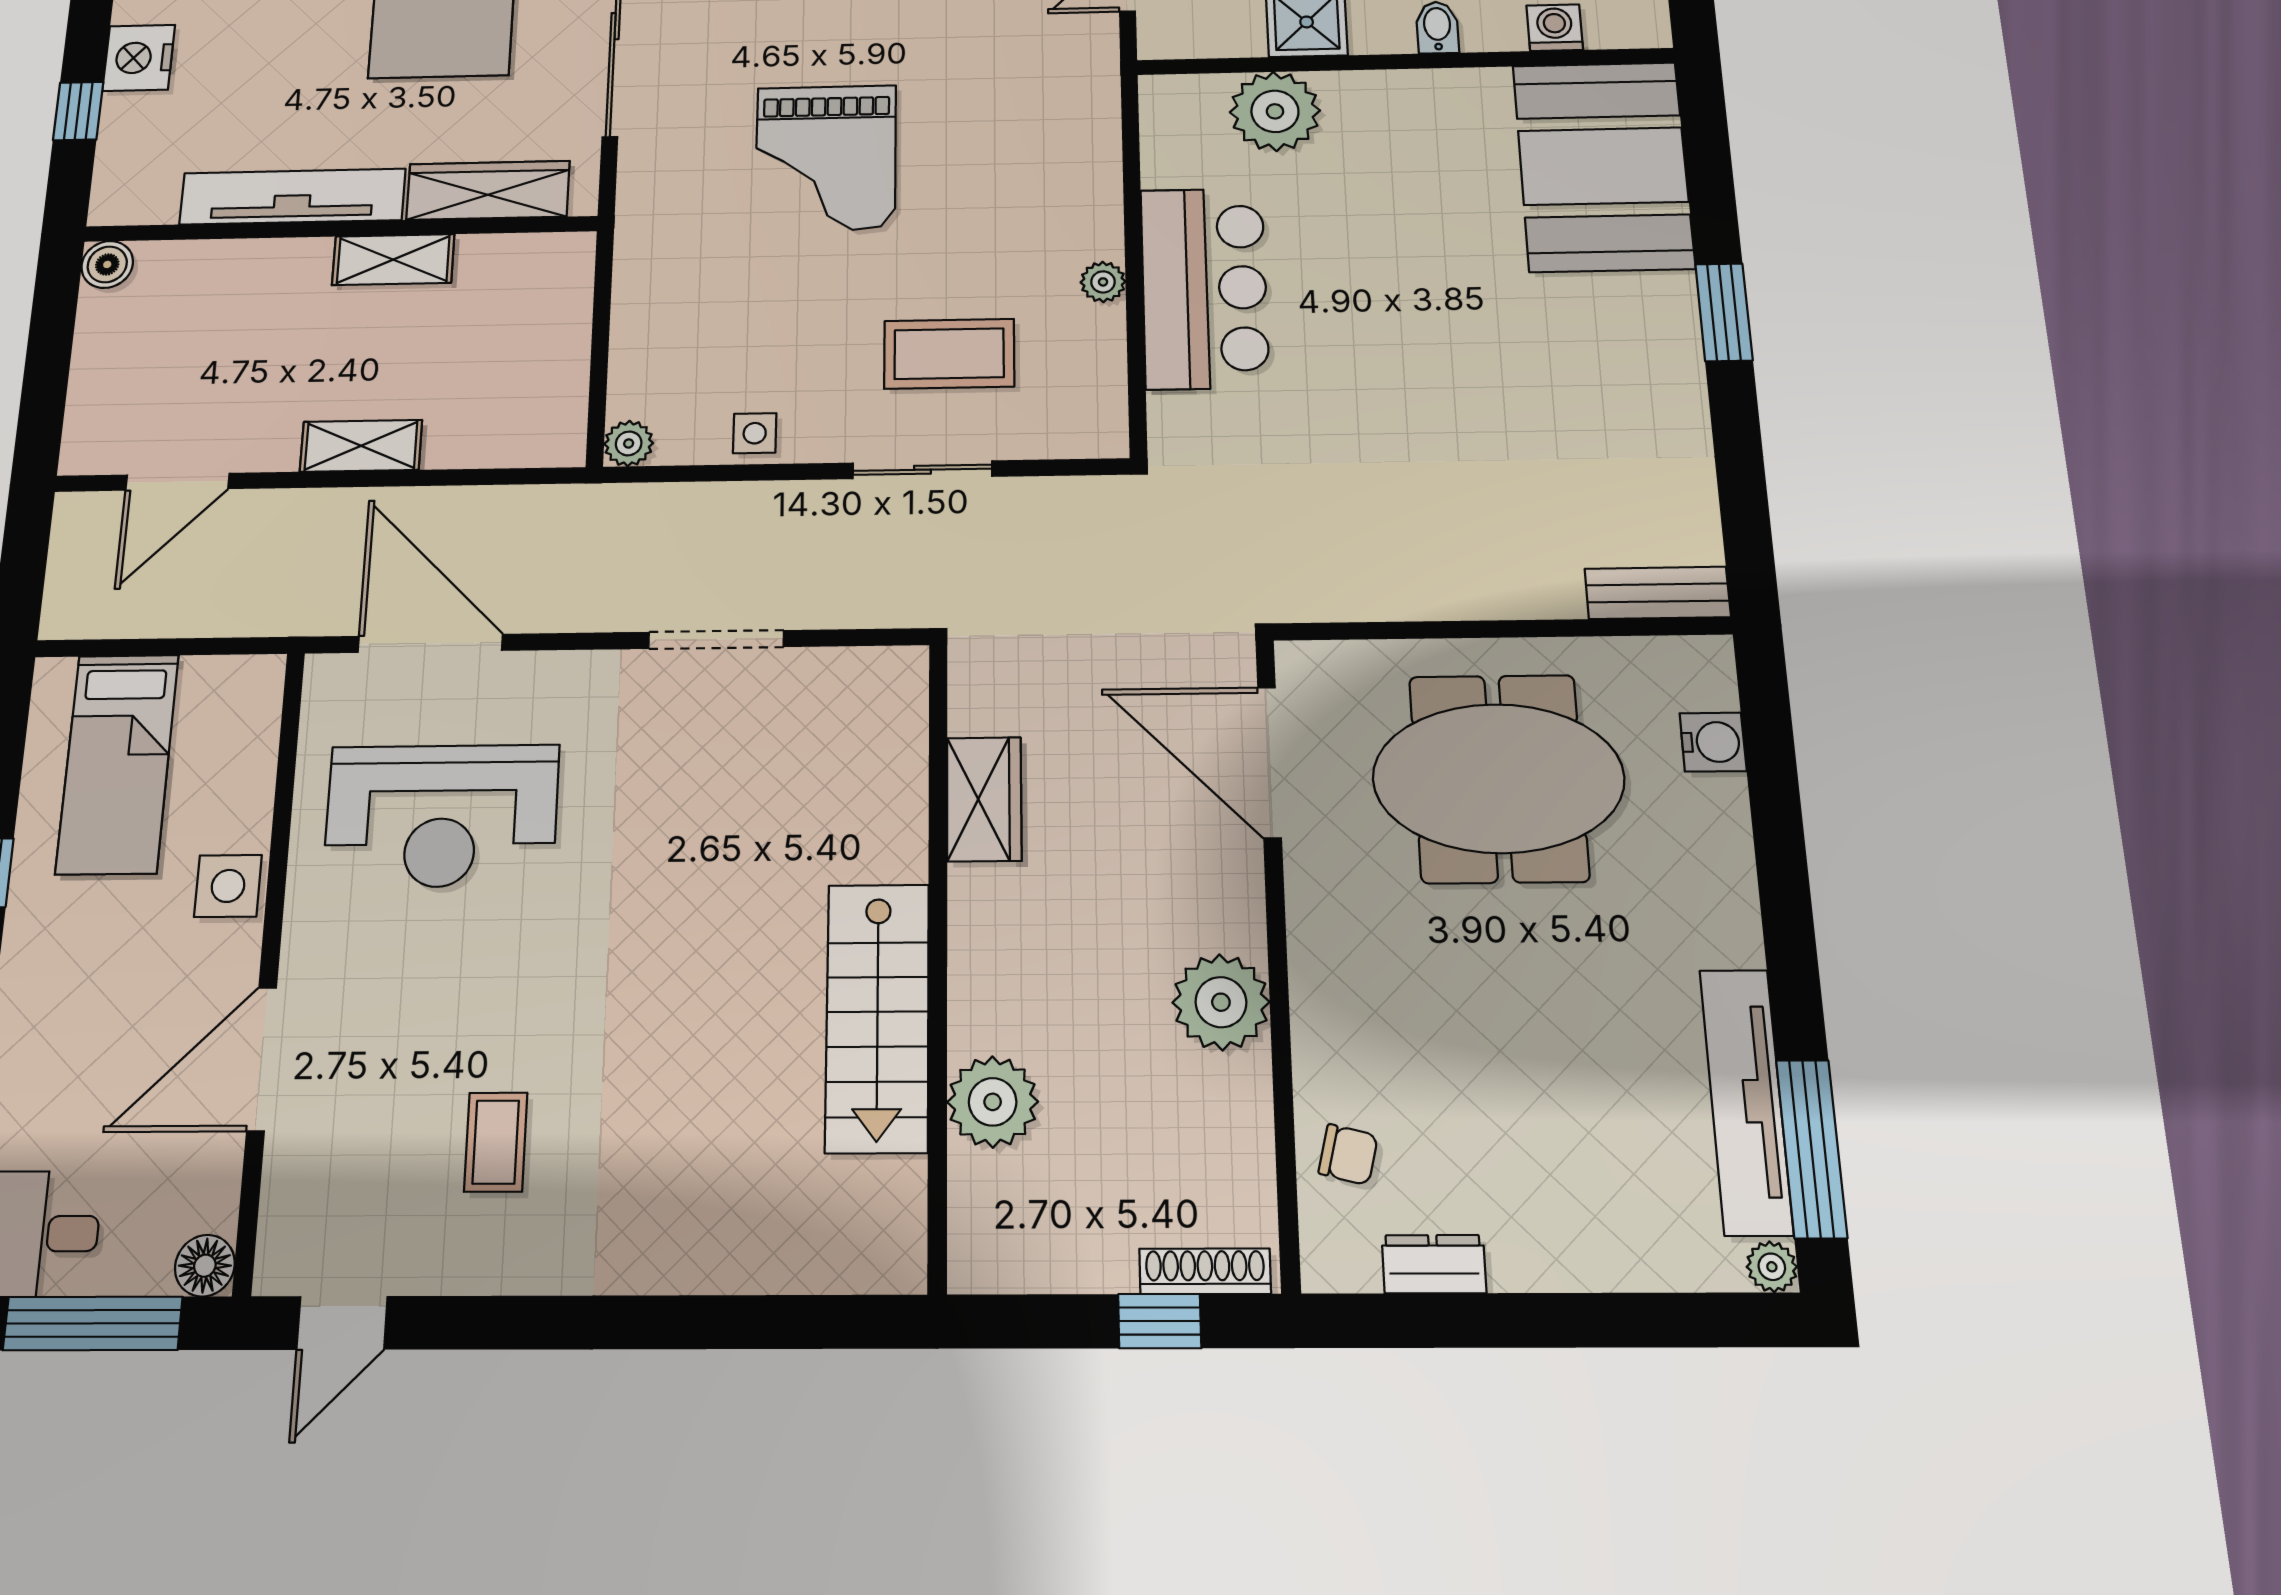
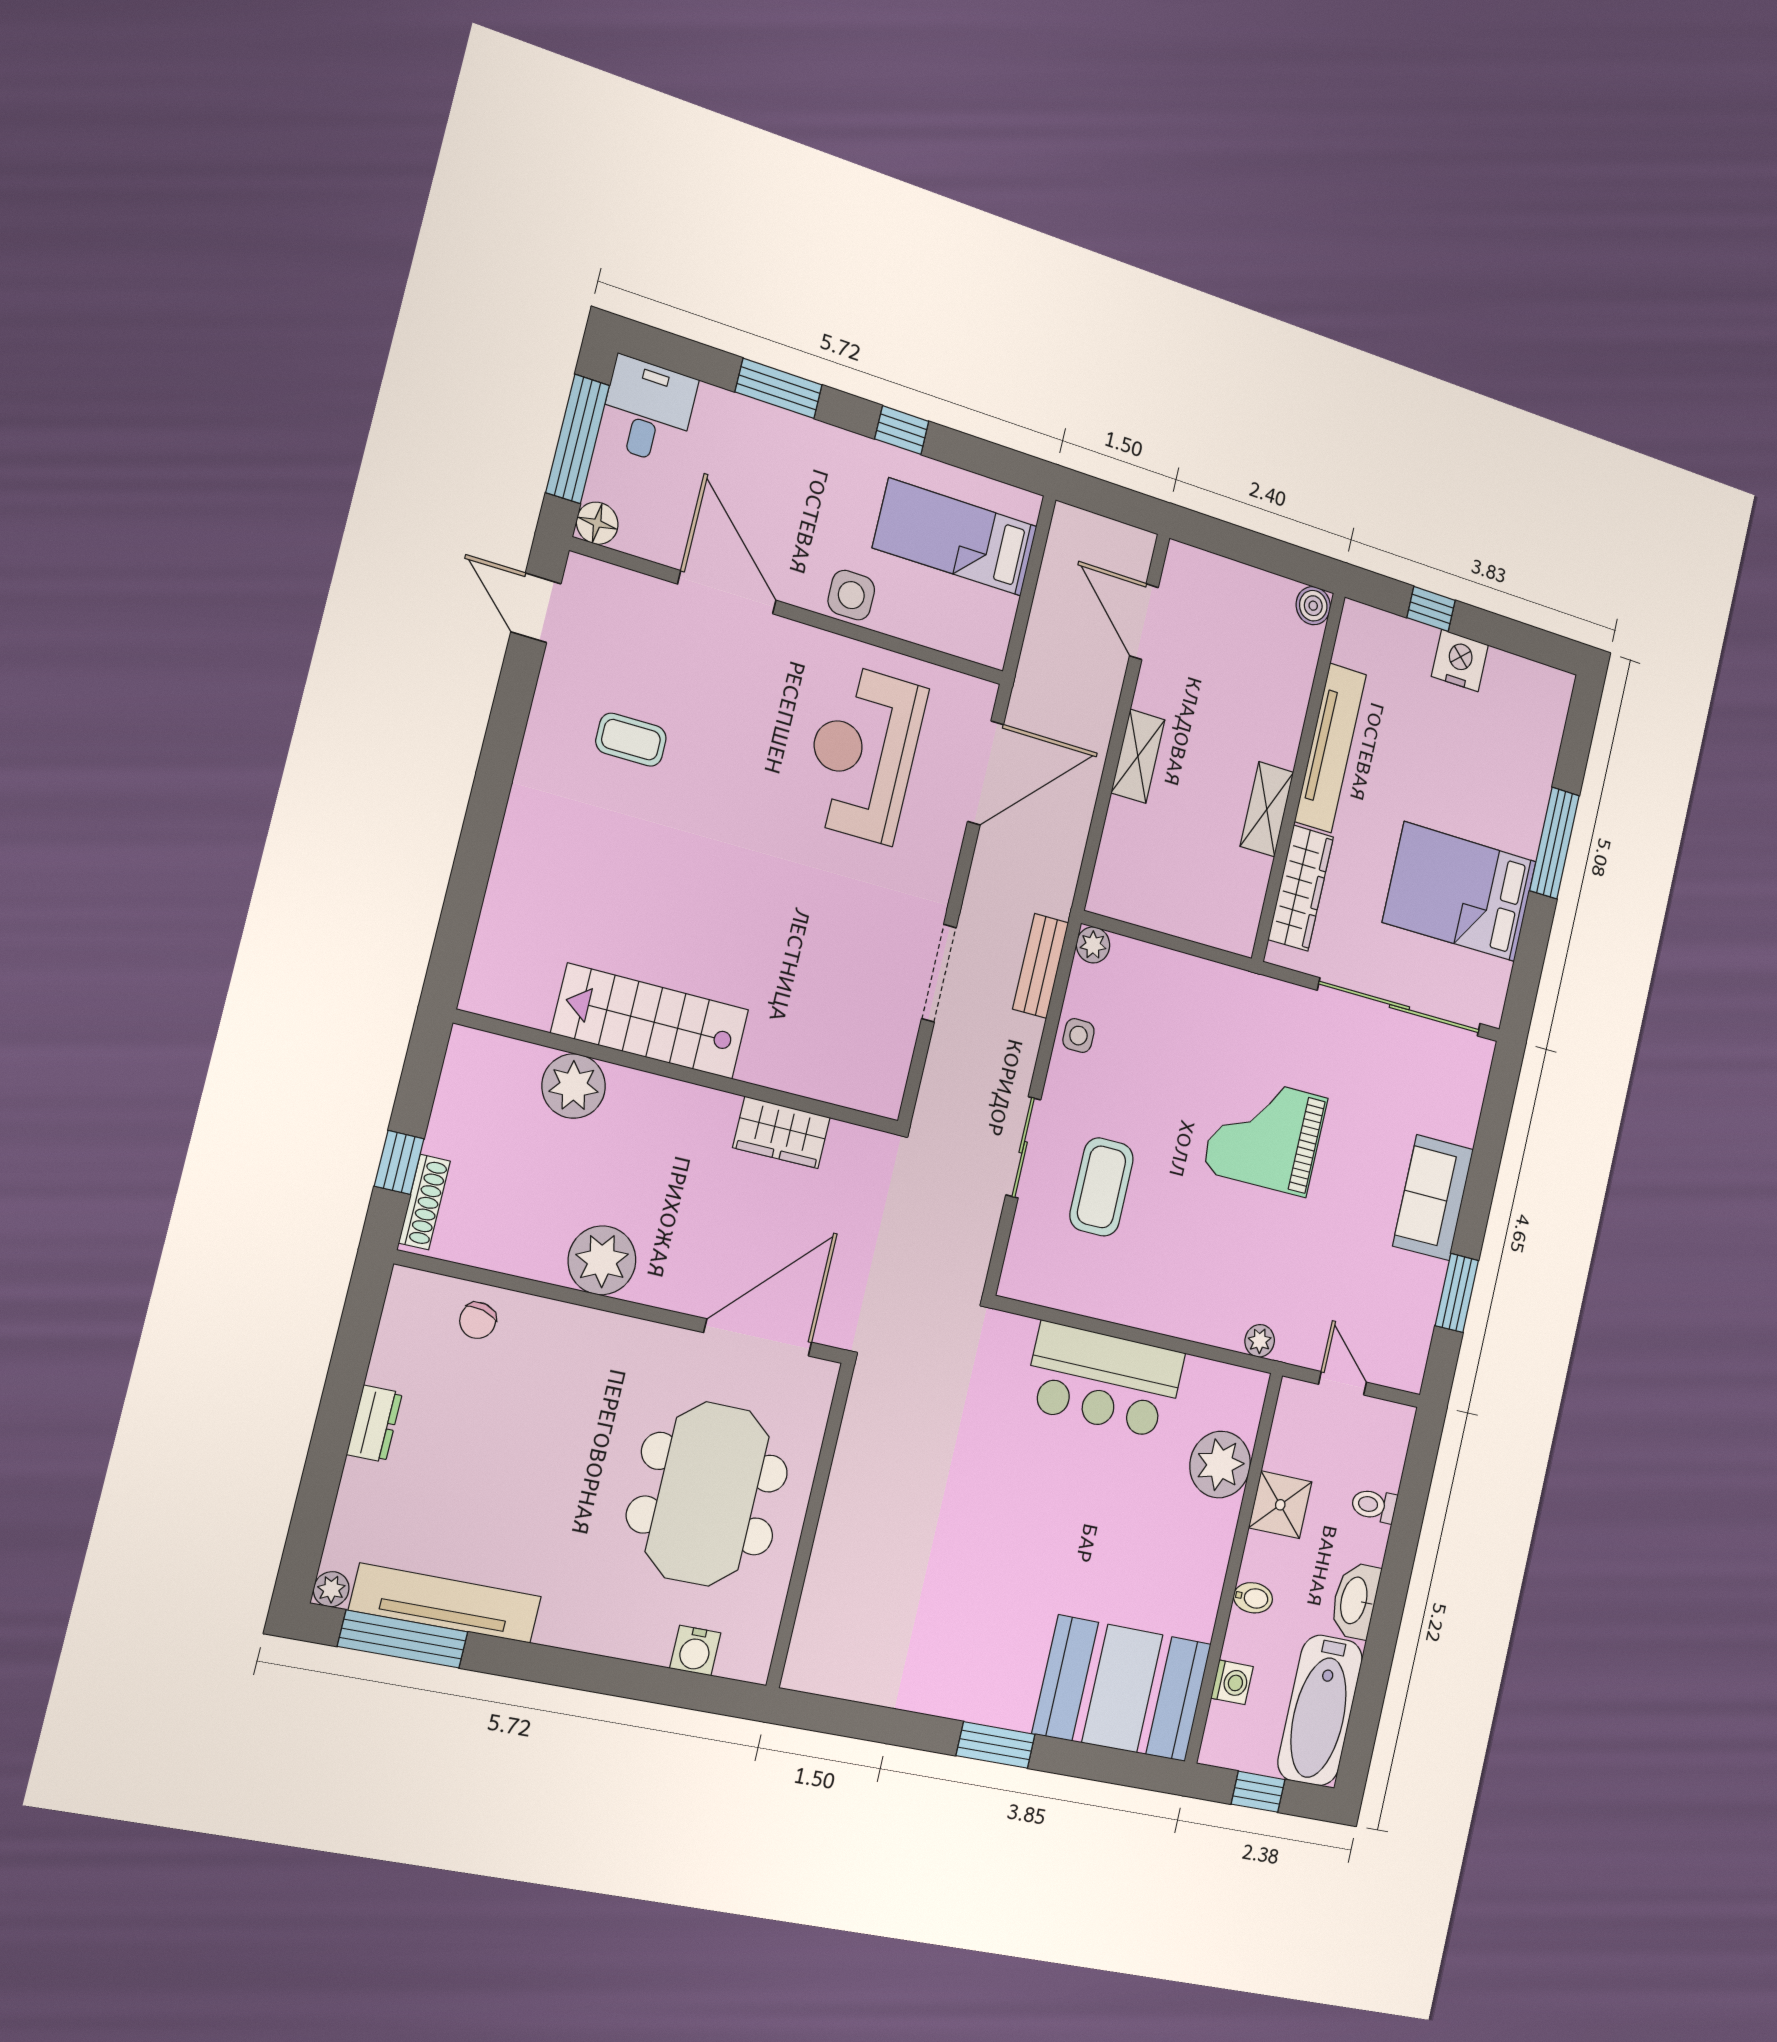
plant: (1103, 282) -> (1260, 1341), moved
bench: (1658, 593) -> (1041, 966), moved
dresser: (1434, 1264) -> (374, 1424), moved

